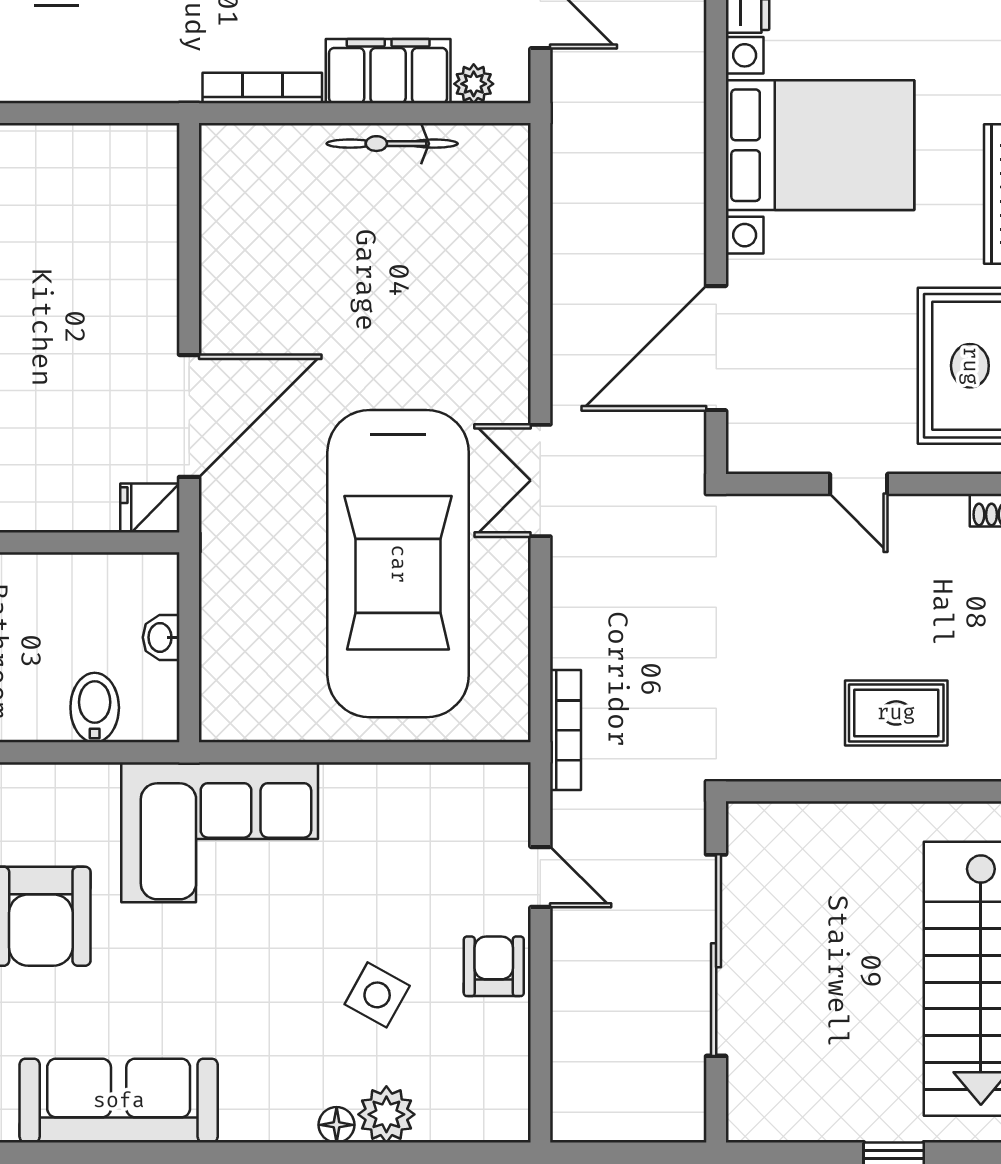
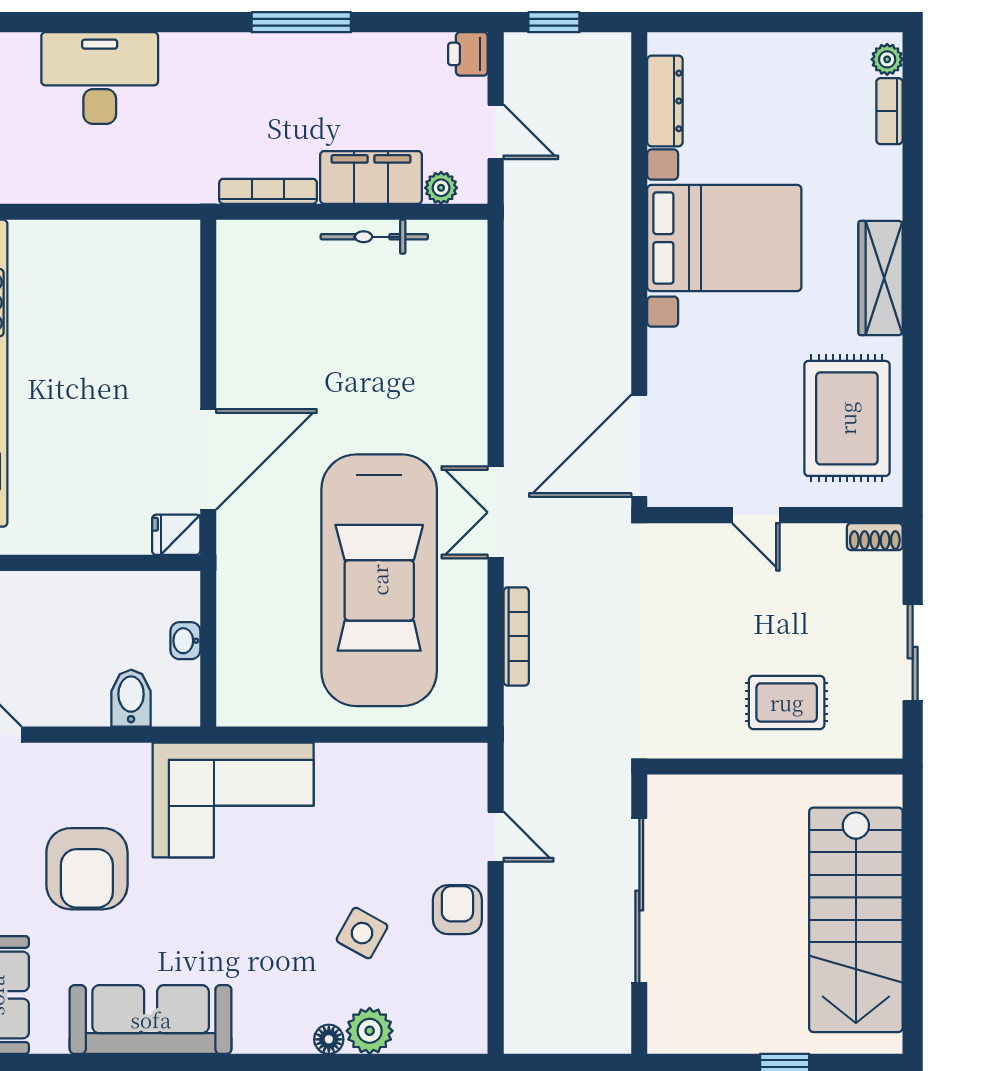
door: (716, 348) -> (639, 446), moved
bookcase: (566, 730) -> (516, 636), moved

